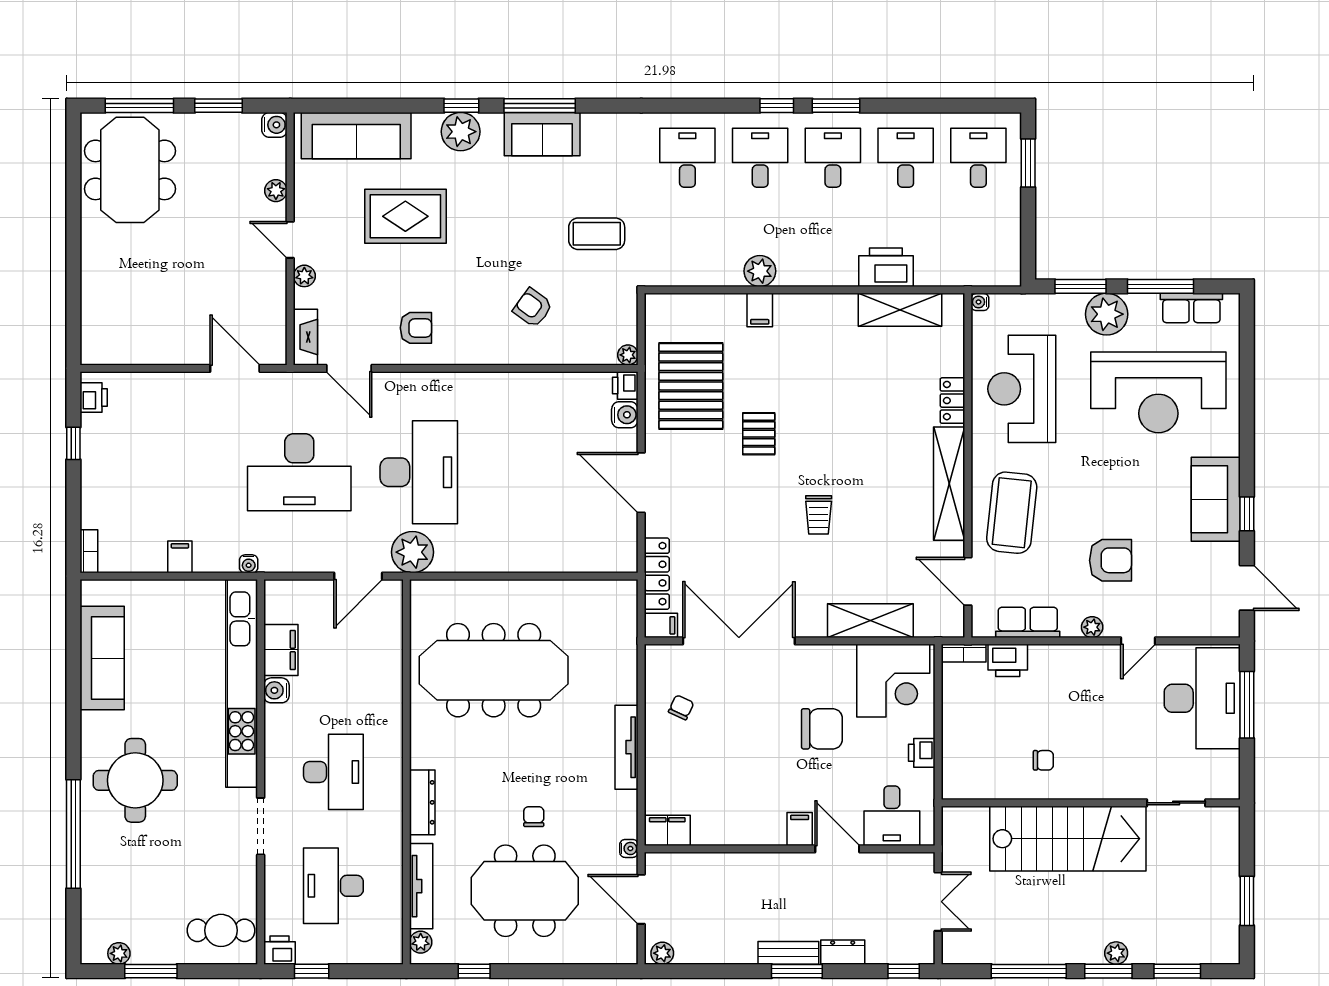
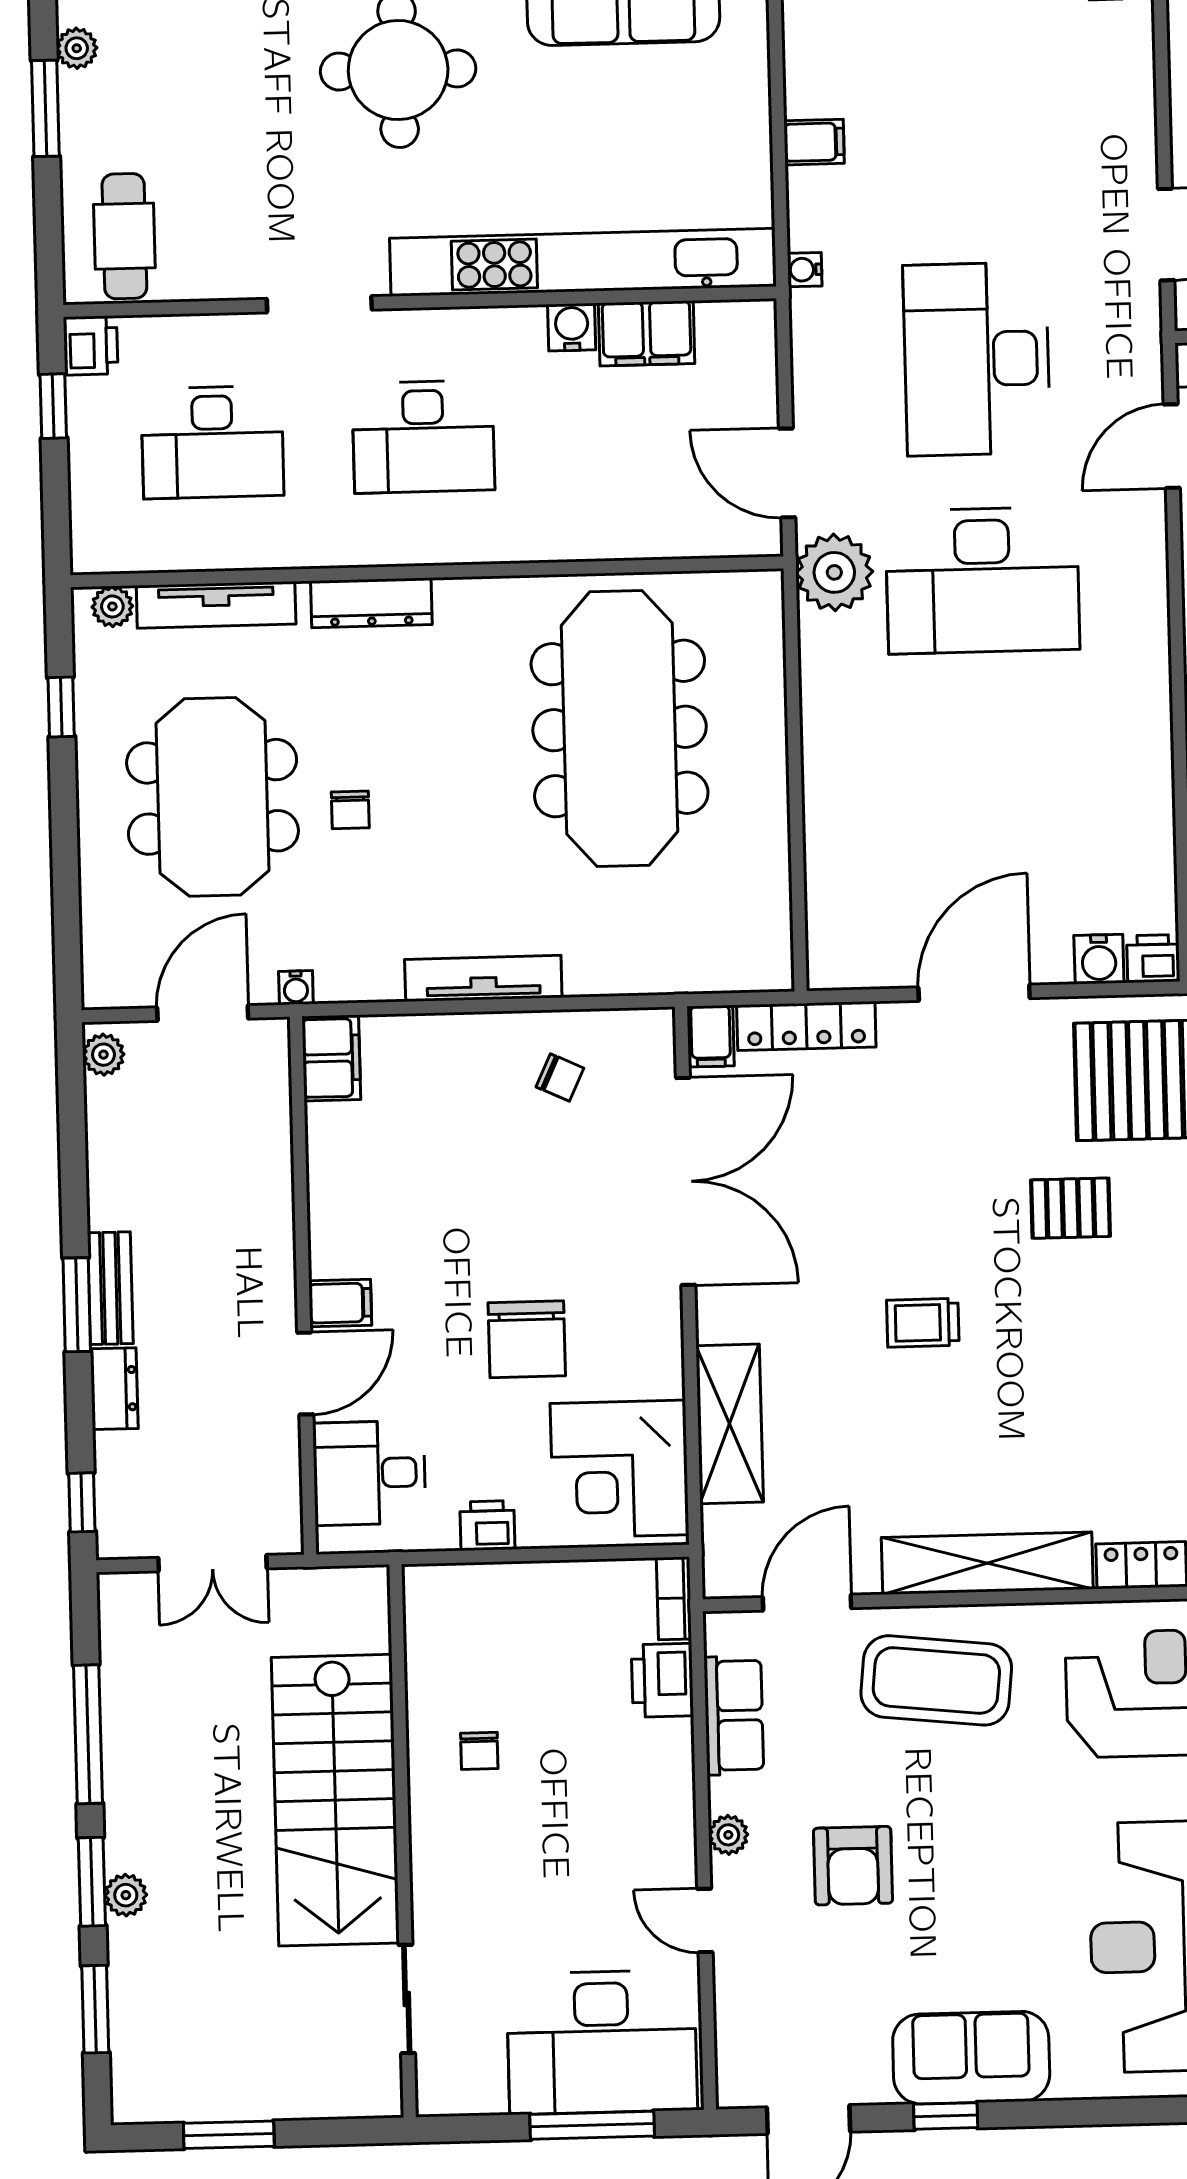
chair: (534, 817) -> (350, 810), turned 90
desk: (333, 886) -> (212, 442), turned 180

